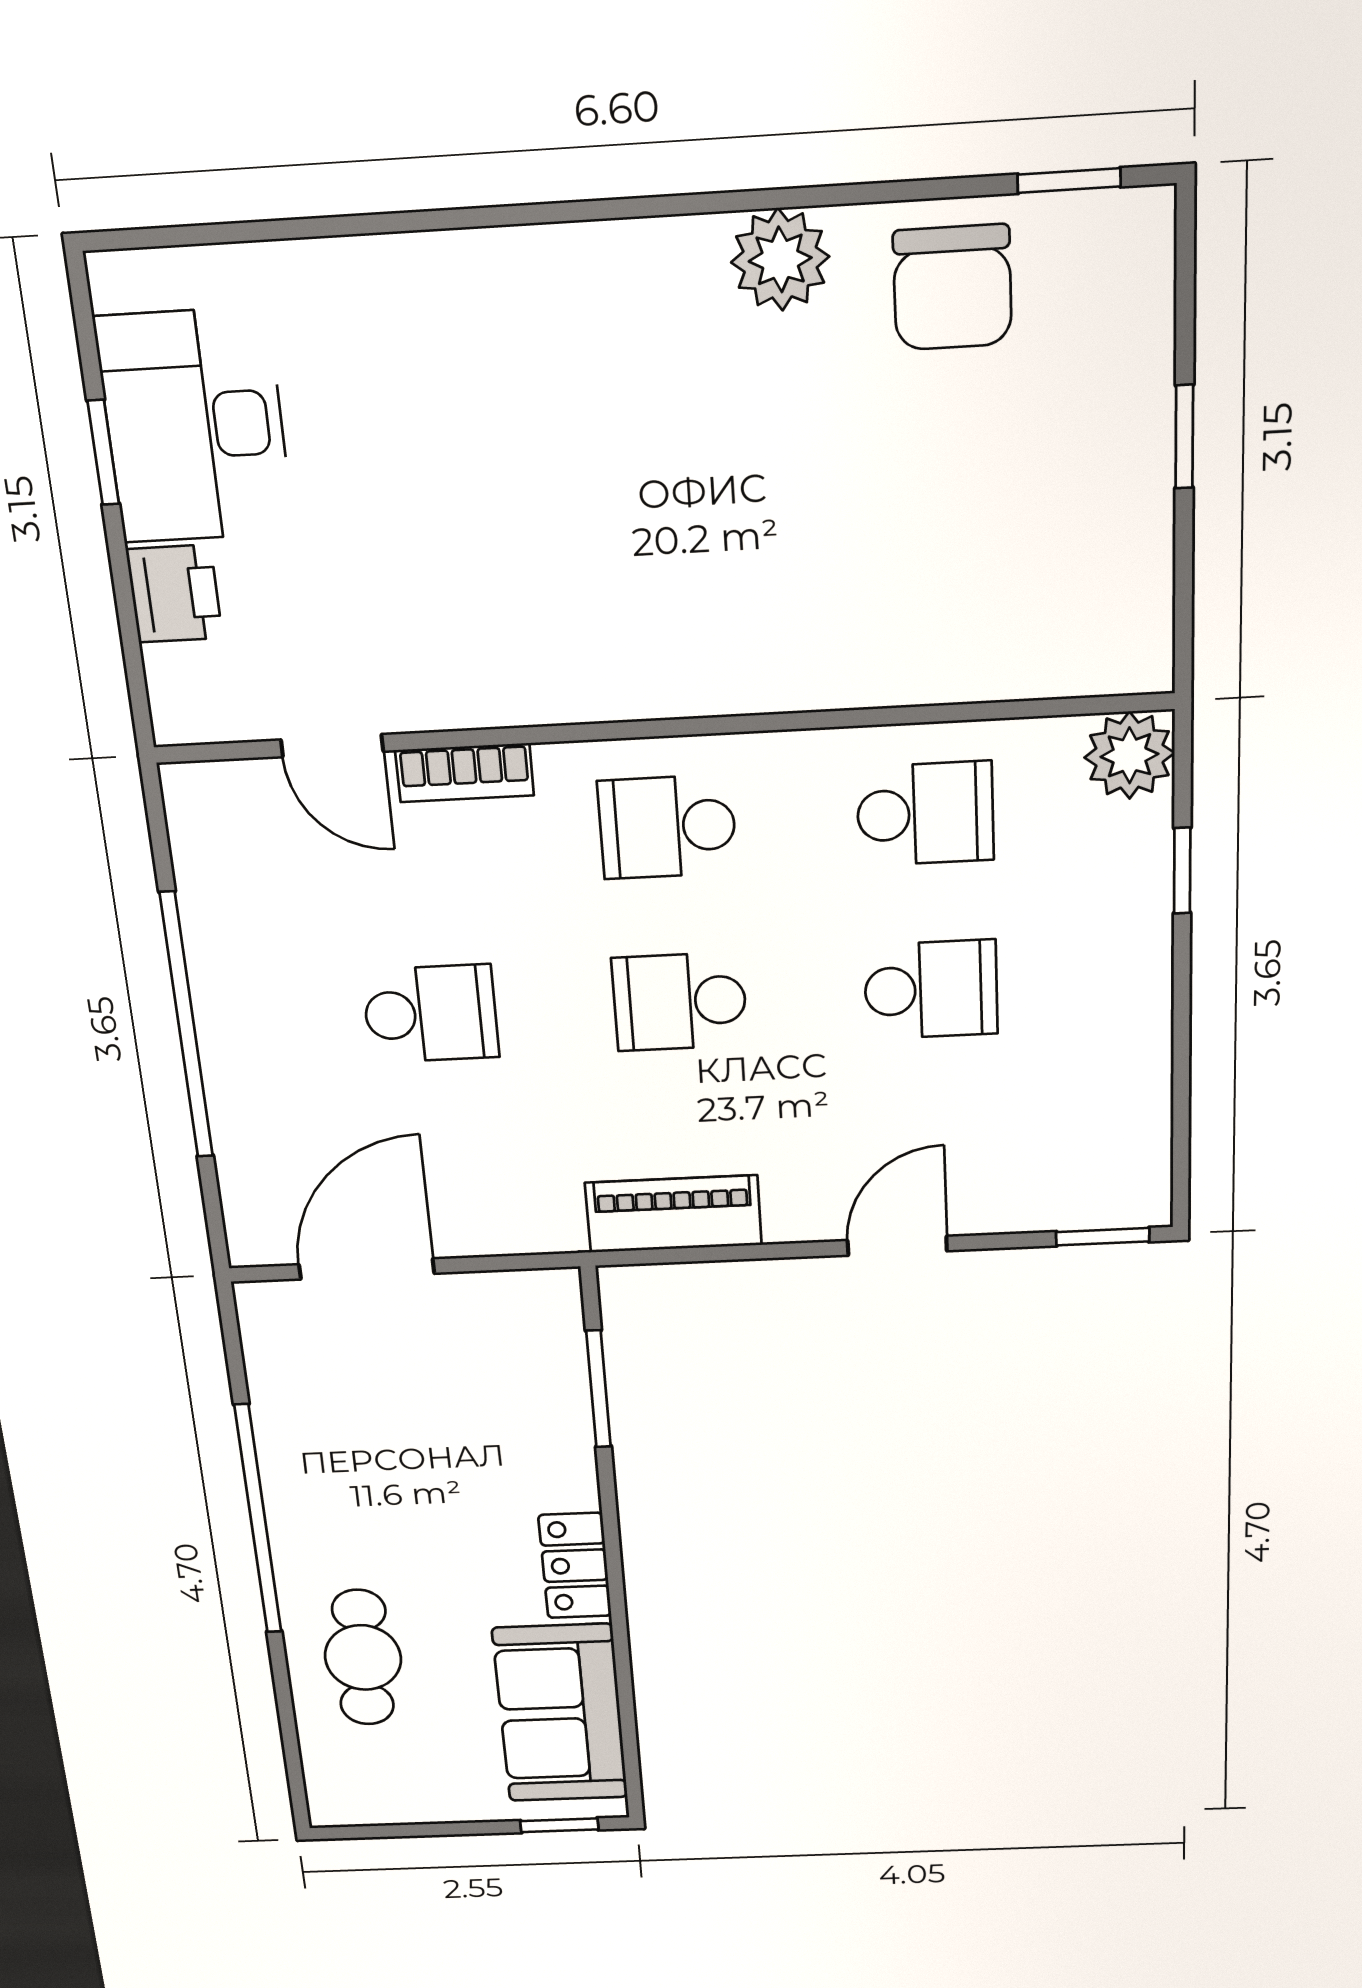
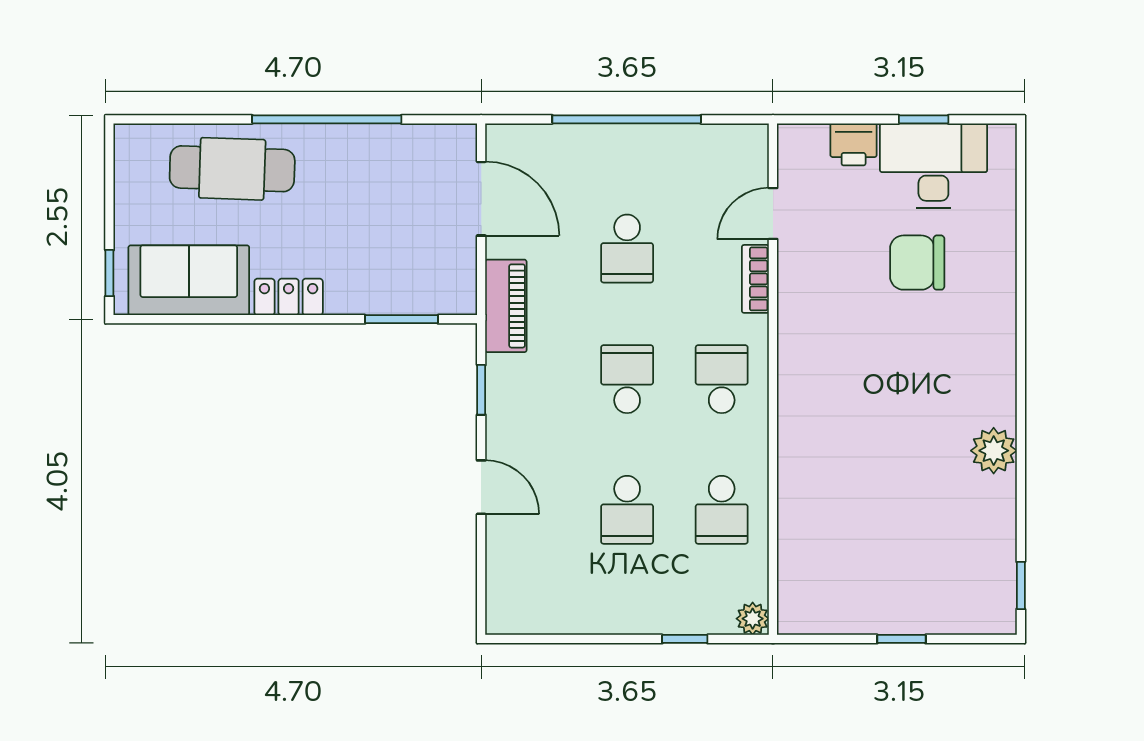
chair: (952, 287) -> (917, 263), moved
plant: (1129, 755) -> (753, 619), width x0.73, depth x0.73
piano: (673, 1214) -> (506, 306), moved
window: (1103, 1237) -> (481, 390), moved
cafe table: (363, 1658) -> (232, 169), width x1.37, depth x1.35

